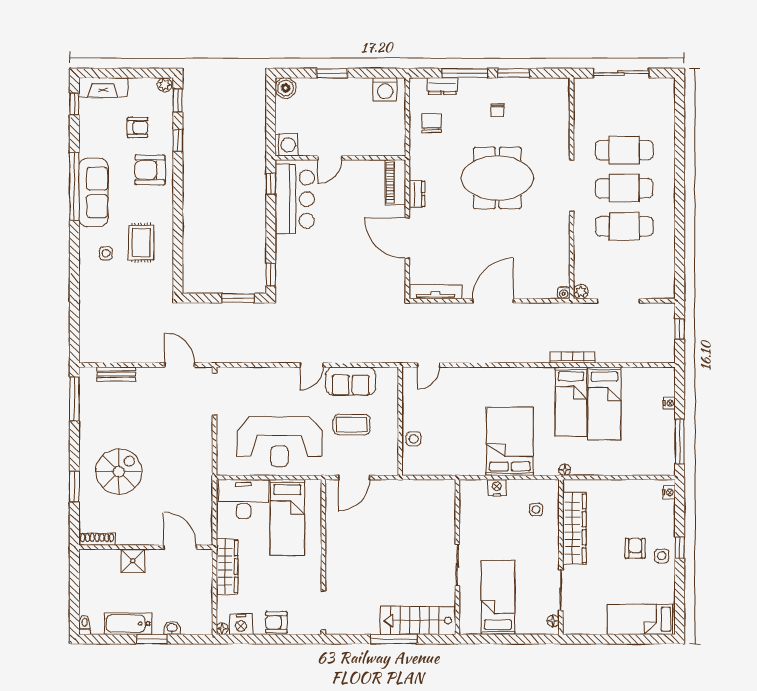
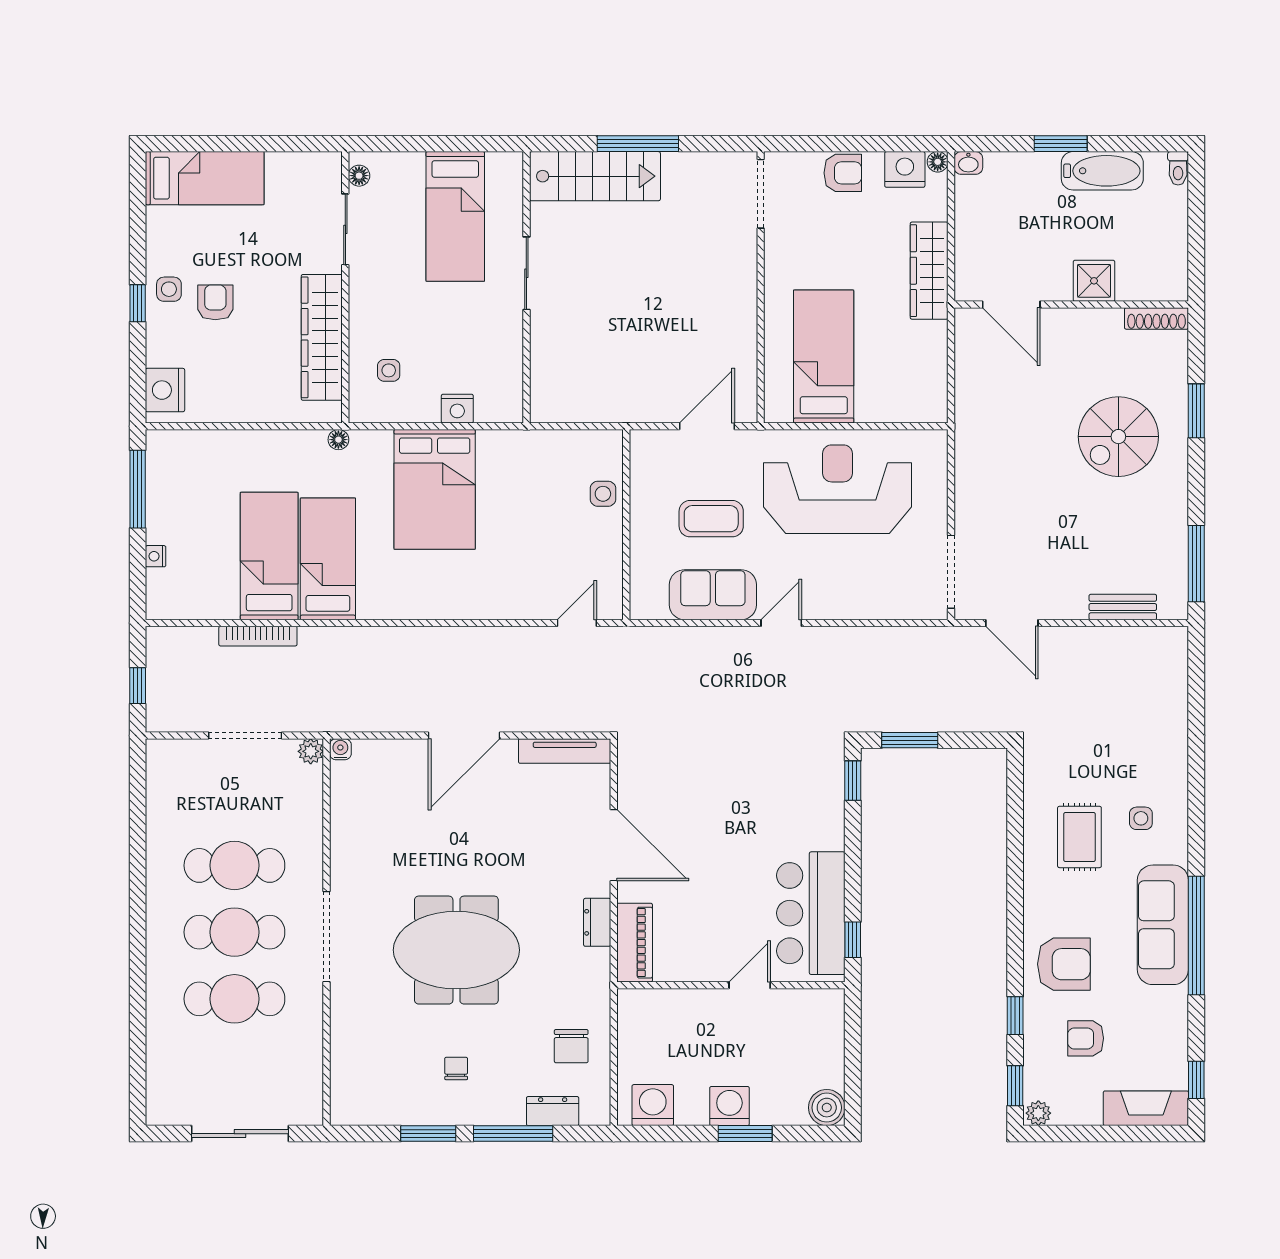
washing machine: (286, 145) -> (729, 1106), moved, turned 90
bookcase: (573, 358) -> (258, 636), moved
nightstand: (669, 492) -> (165, 390), width x1.89, depth x1.79
desk: (244, 499) -> (900, 389), removed
armchair: (635, 548) -> (215, 302), turned 180
washbasin: (172, 628) -> (968, 163), moved

